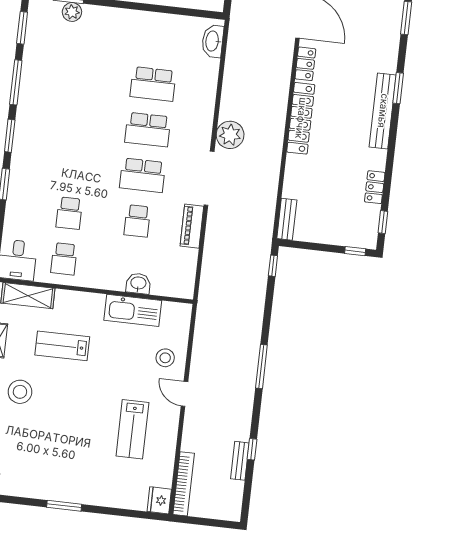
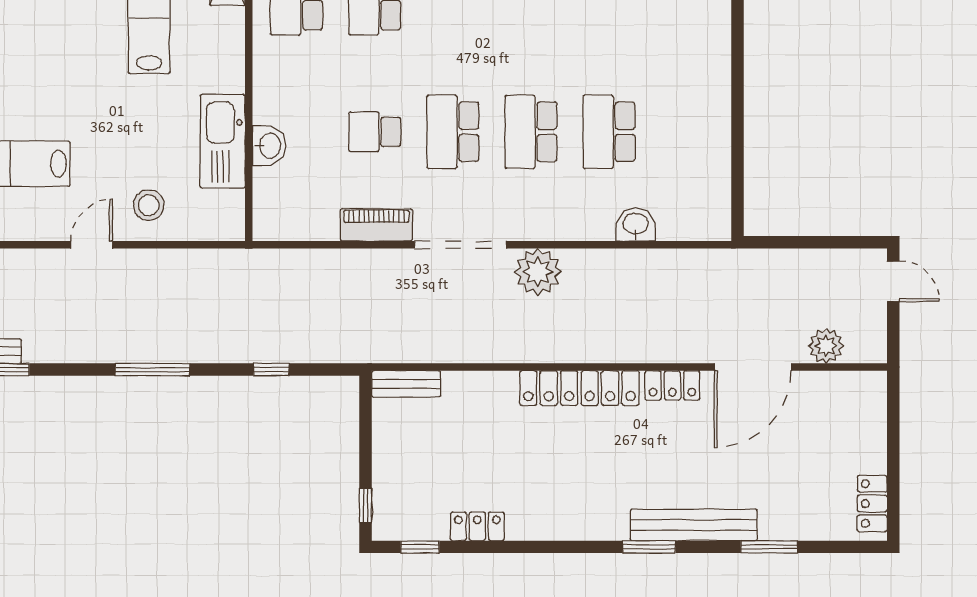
washbasin: (213, 41) -> (636, 224), moved, width x0.72
bench: (383, 111) -> (694, 525), moved
window: (273, 266) -> (271, 370), moved

